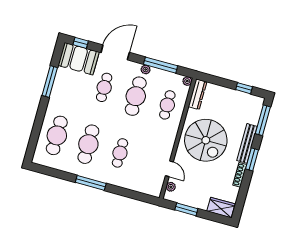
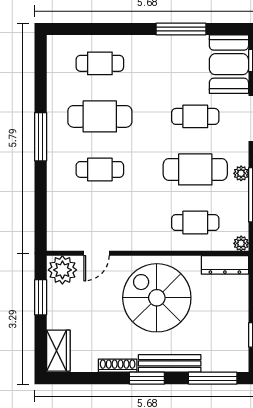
cafe table: (57, 135) -> (100, 63), width x0.73, depth x0.74
spiral stairs: (206, 140) -> (157, 298), turned 90
plant: (171, 187) -> (62, 270), width x1.88, depth x1.88

